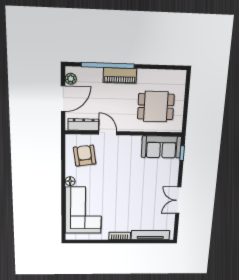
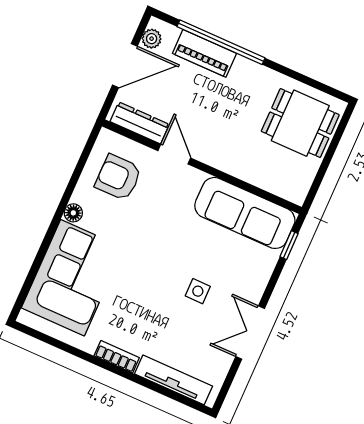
piano: (120, 75) -> (204, 53), moved
dining table: (156, 107) -> (300, 123), moved
sofa: (161, 147) -> (245, 213), width x1.36
armchair: (85, 156) -> (118, 177), turned -82
side table: (146, 192) -> (198, 291), added

